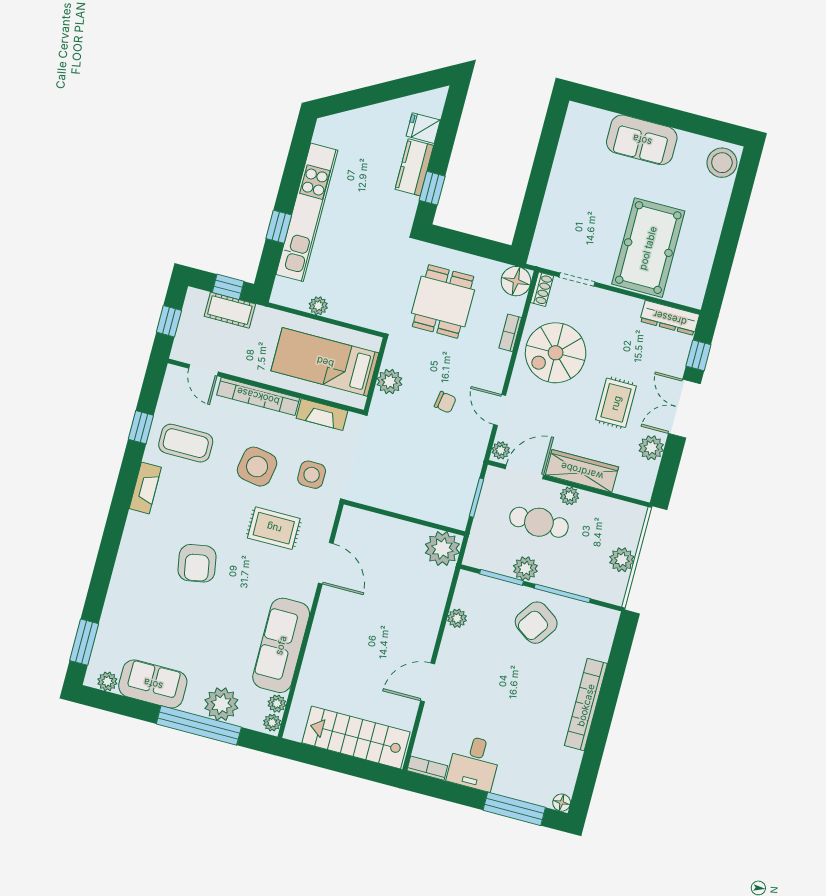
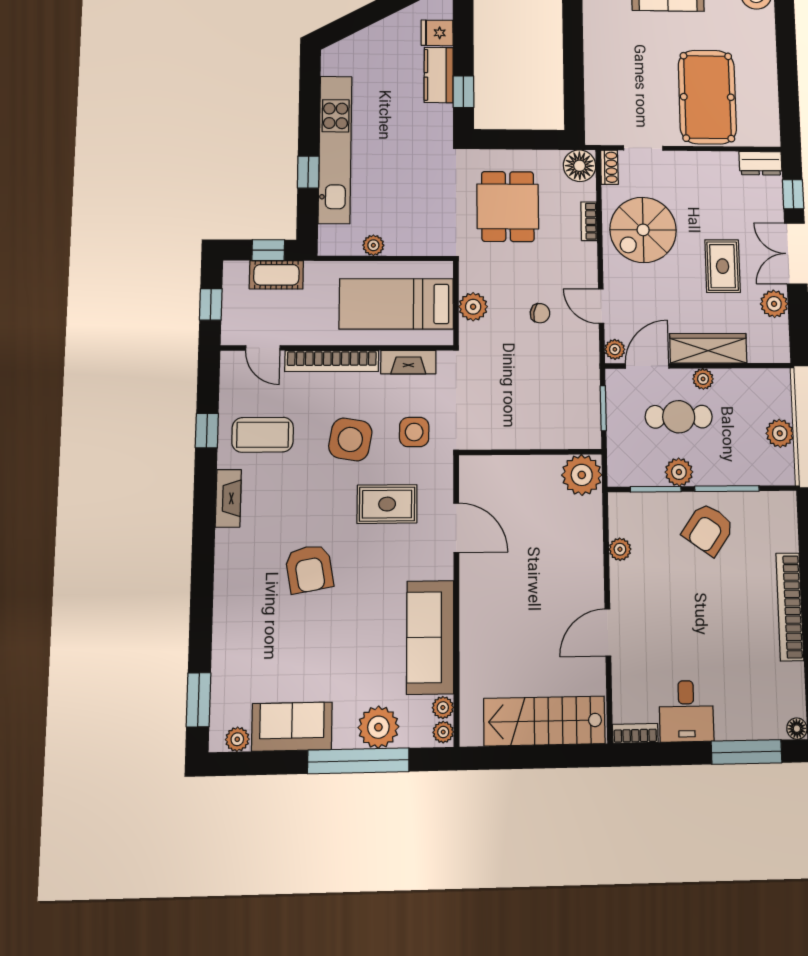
dresser: (670, 318) -> (761, 163), width x0.70

